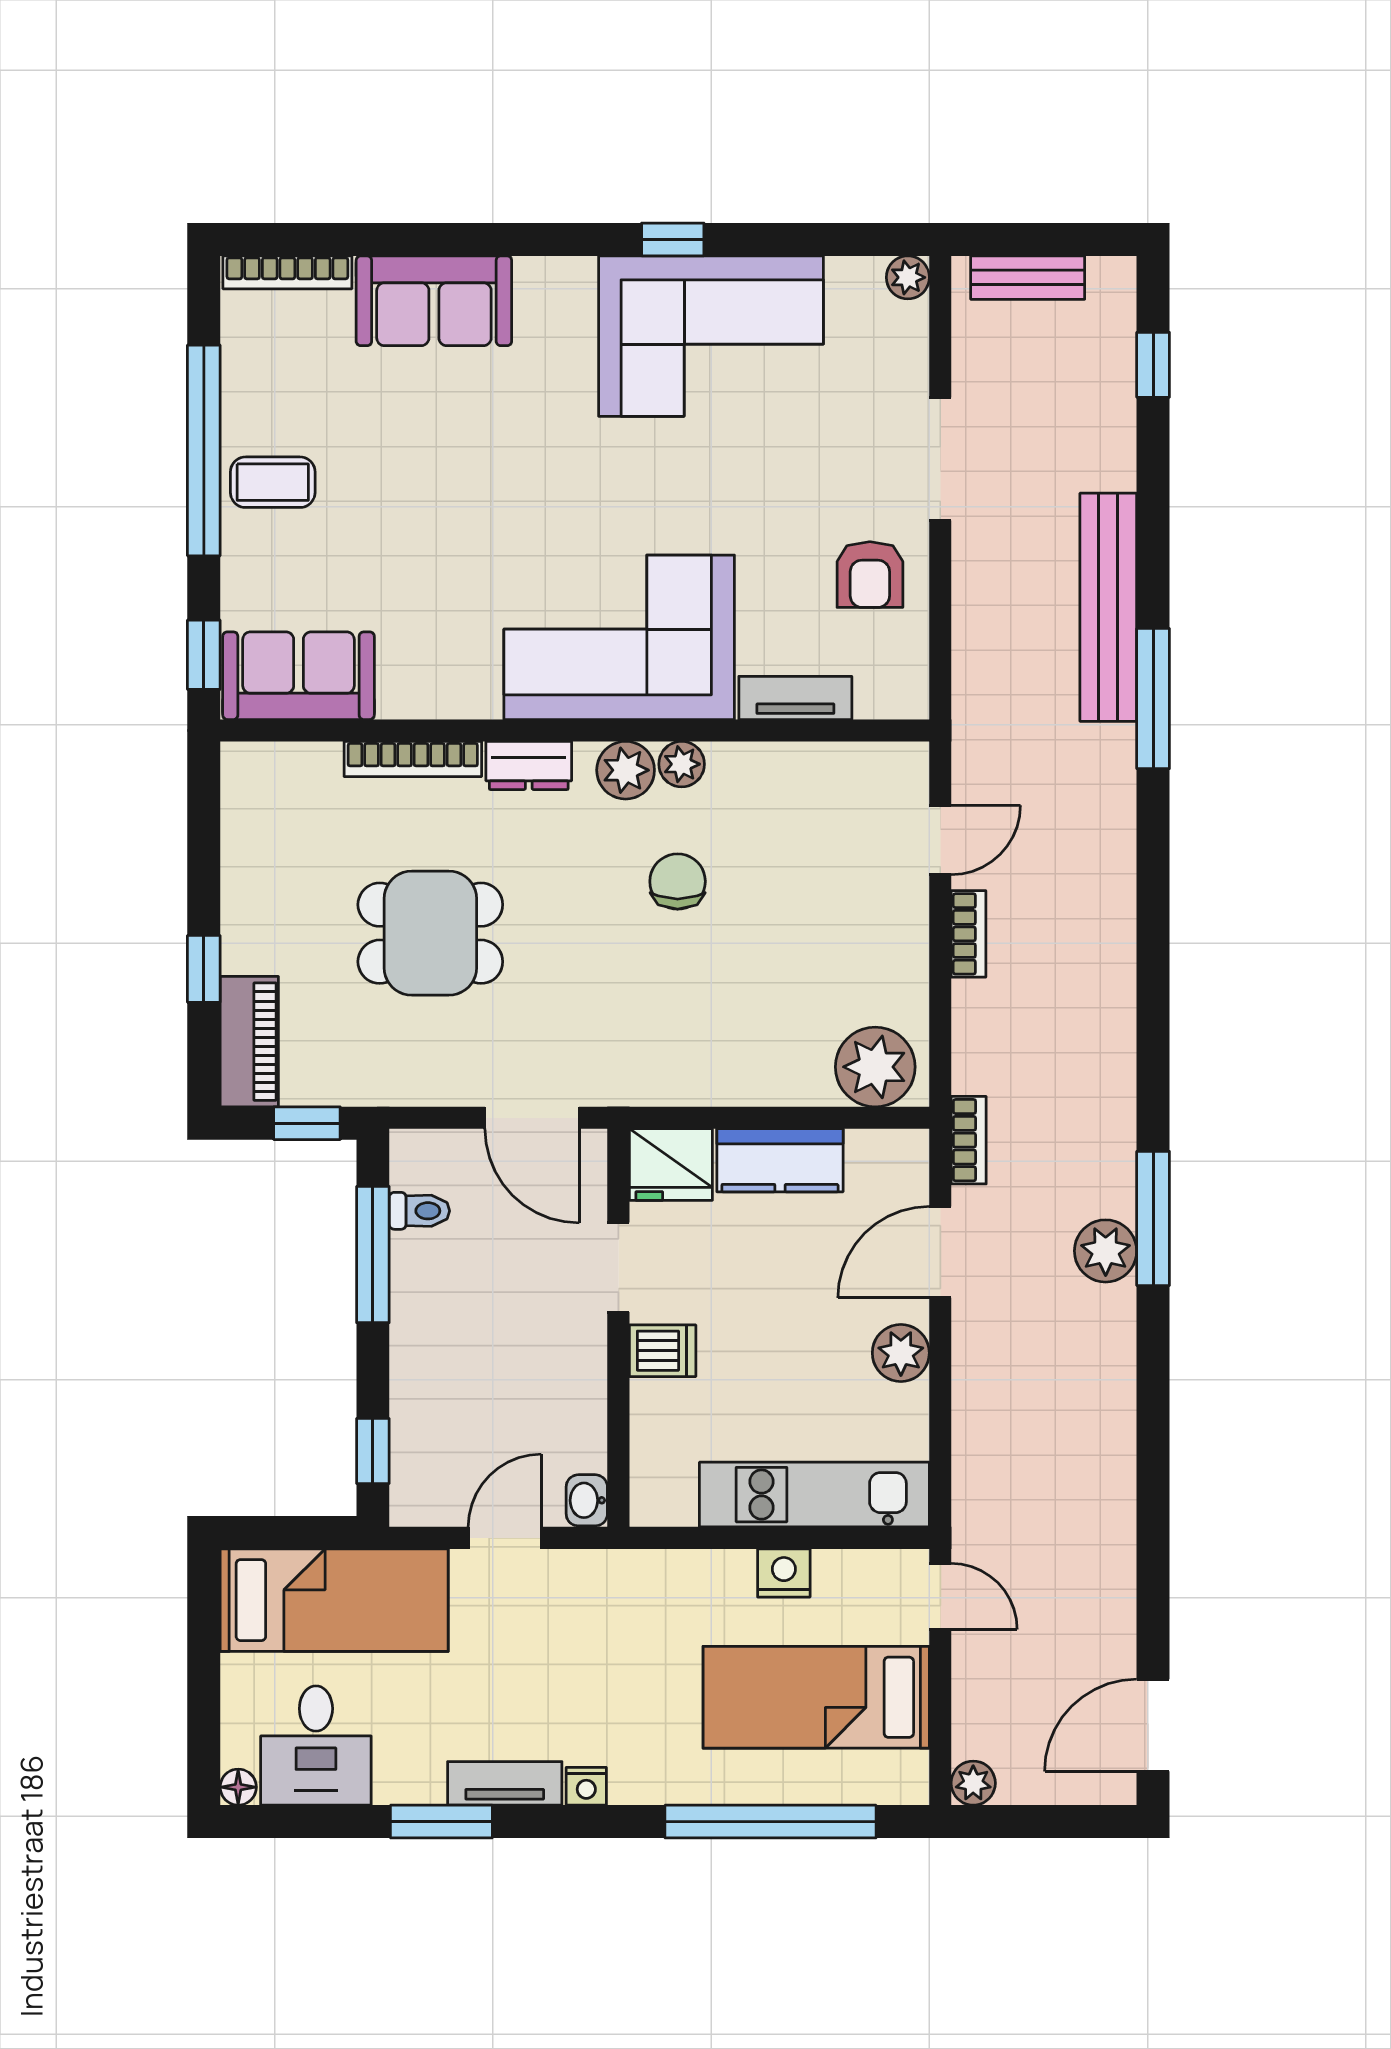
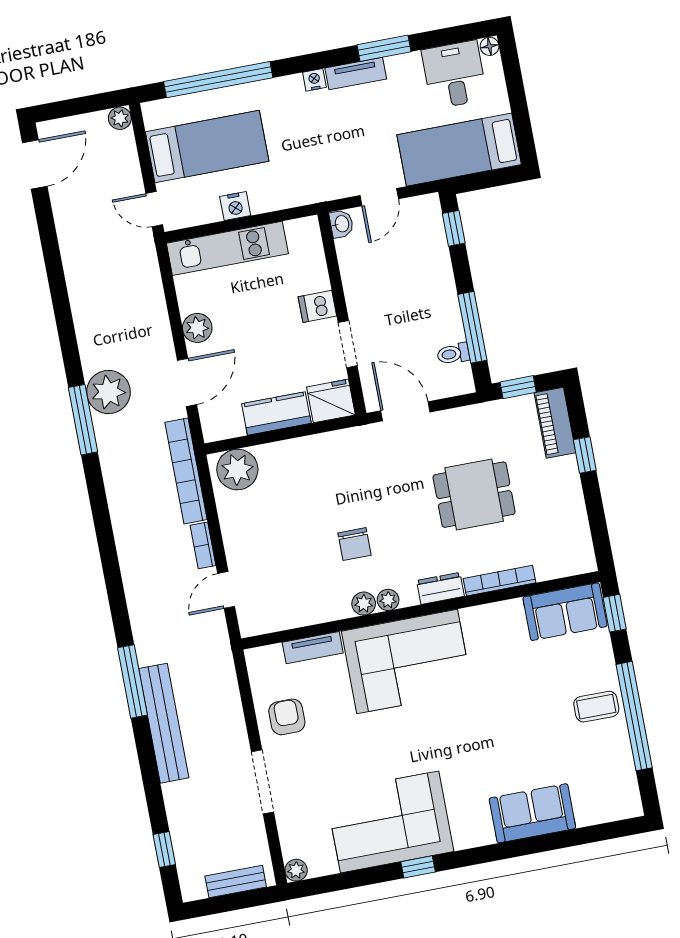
bookcase: (287, 272) -> (609, 814), removed
plant: (626, 770) -> (388, 600), width x0.73, depth x0.73
bookcase: (969, 1140) -> (186, 471), width x2.31, depth x1.31
plant: (1106, 1251) -> (108, 392), width x1.36, depth x1.36

